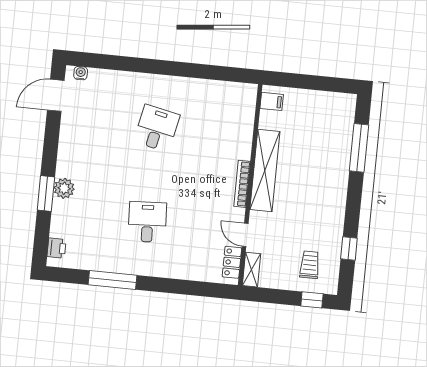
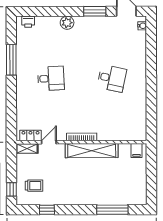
window: (46, 194) -> (95, 11), moved

